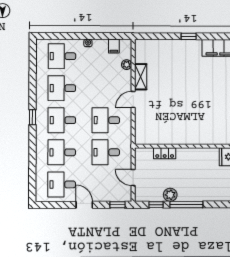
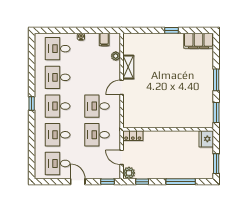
locker: (165, 153) -> (133, 136), moved
plant: (170, 195) -> (129, 173), moved
window: (186, 205) -> (181, 182), moved

